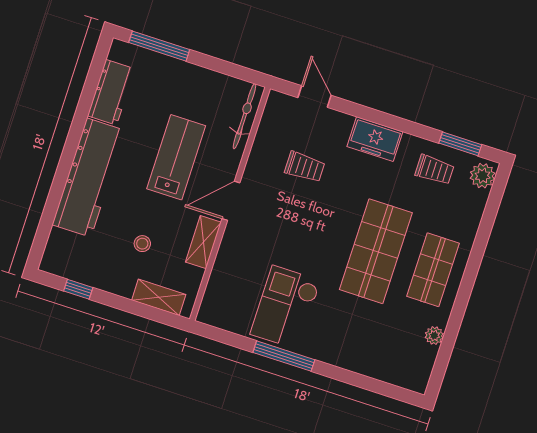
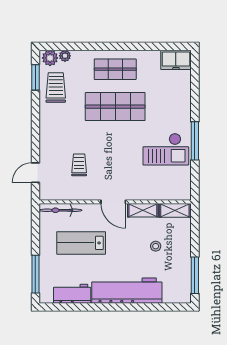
freezer: (375, 139) -> (176, 60), moved, turned 90
lab bench: (176, 157) -> (81, 243), moved
trolley: (435, 170) -> (56, 87), width x1.36, depth x1.39
window: (78, 289) -> (195, 275), width x2.17
shelving: (159, 297) -> (175, 210), moved, turned 90
plant: (434, 336) -> (65, 56), moved

